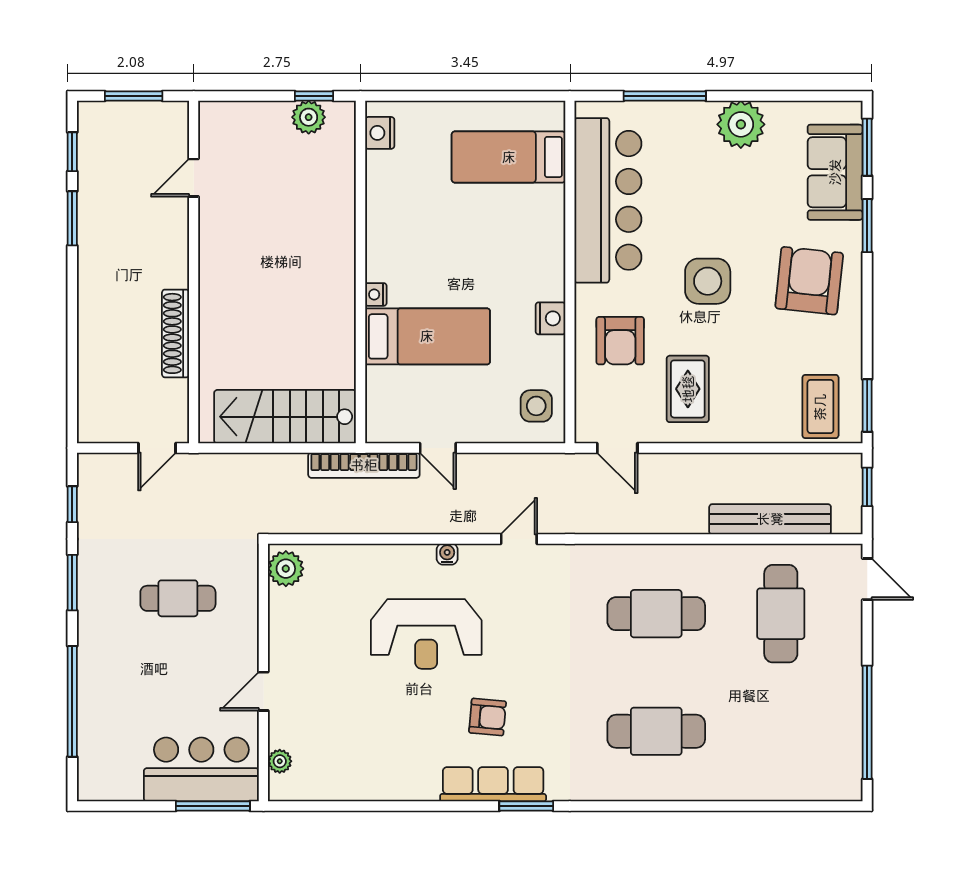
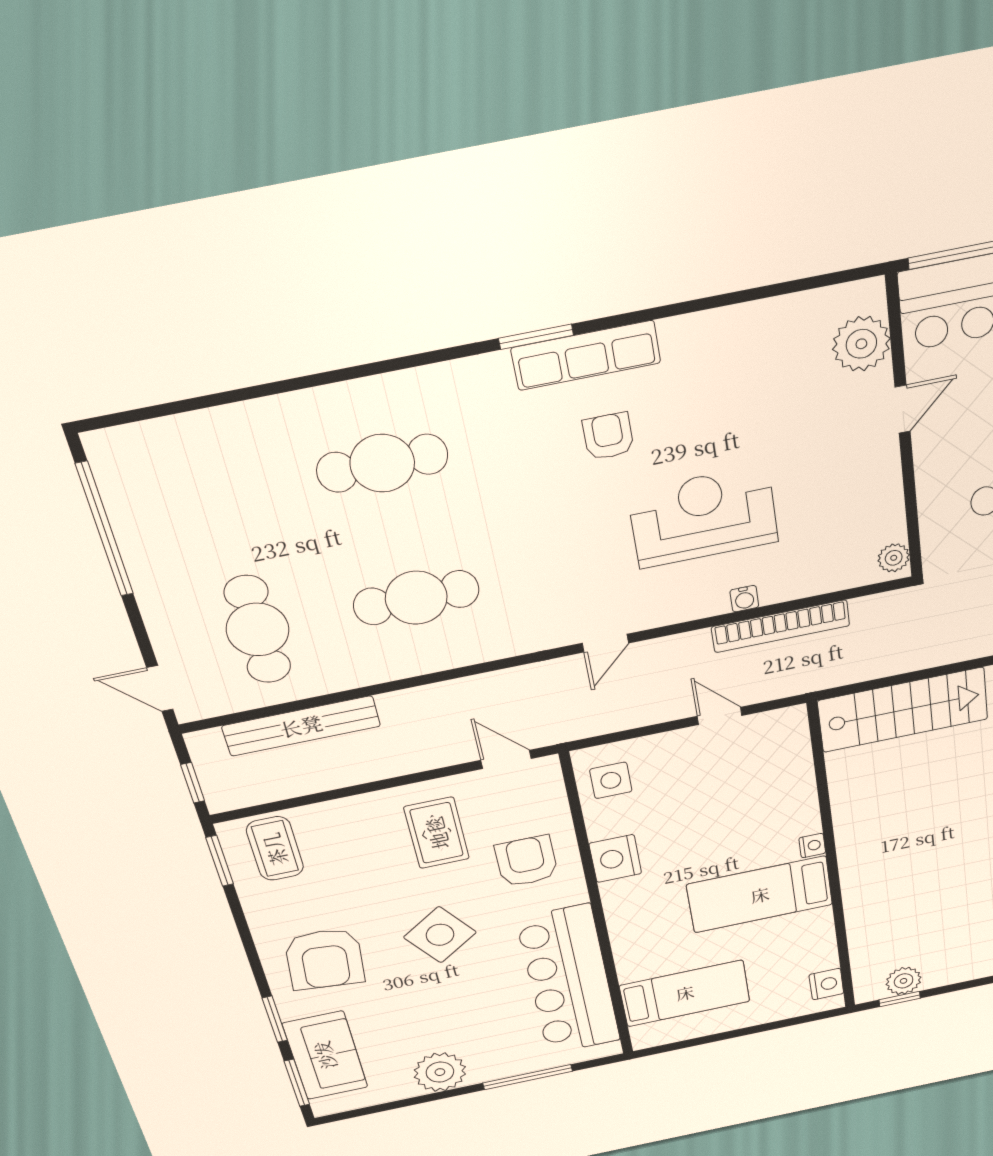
side table: (708, 281) -> (440, 935), turned -35
nightstand: (550, 318) -> (615, 859), width x1.36, depth x1.33
bed: (427, 336) -> (760, 895), moved
bookcase: (364, 465) -> (781, 626), moved, turned 180
water cooler: (447, 554) -> (744, 599), moved
plant: (286, 569) -> (894, 558), width x0.73, depth x0.73
armchair: (488, 717) -> (608, 436), turned 85
plant: (280, 761) -> (861, 344), width x1.87, depth x1.87

